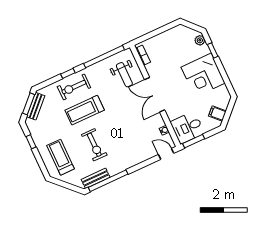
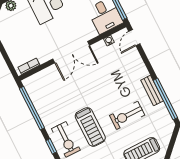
weight bench: (124, 75) -> (51, 86), removed
exercise bike: (94, 145) -> (127, 115), turned 180
bench: (96, 178) -> (152, 91), moved

